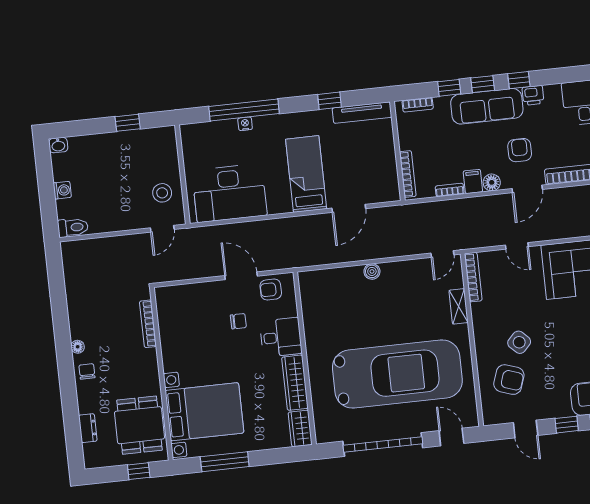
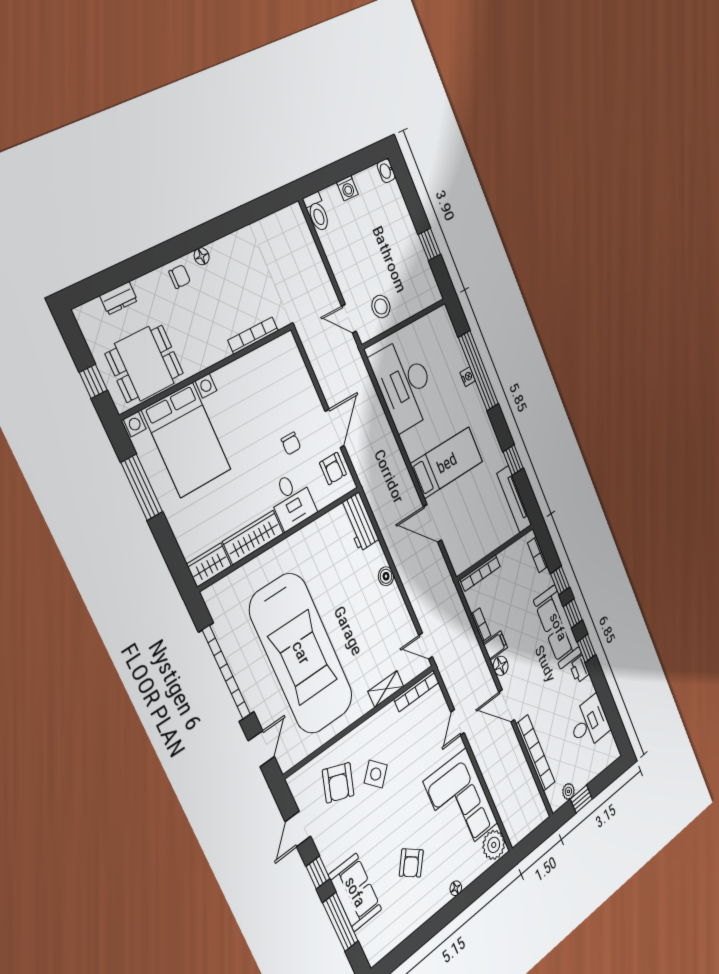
armchair: (520, 150) -> (535, 680), removed
workbench: (320, 281) -> (359, 522), added
armchair: (271, 290) -> (333, 469), turned 180

